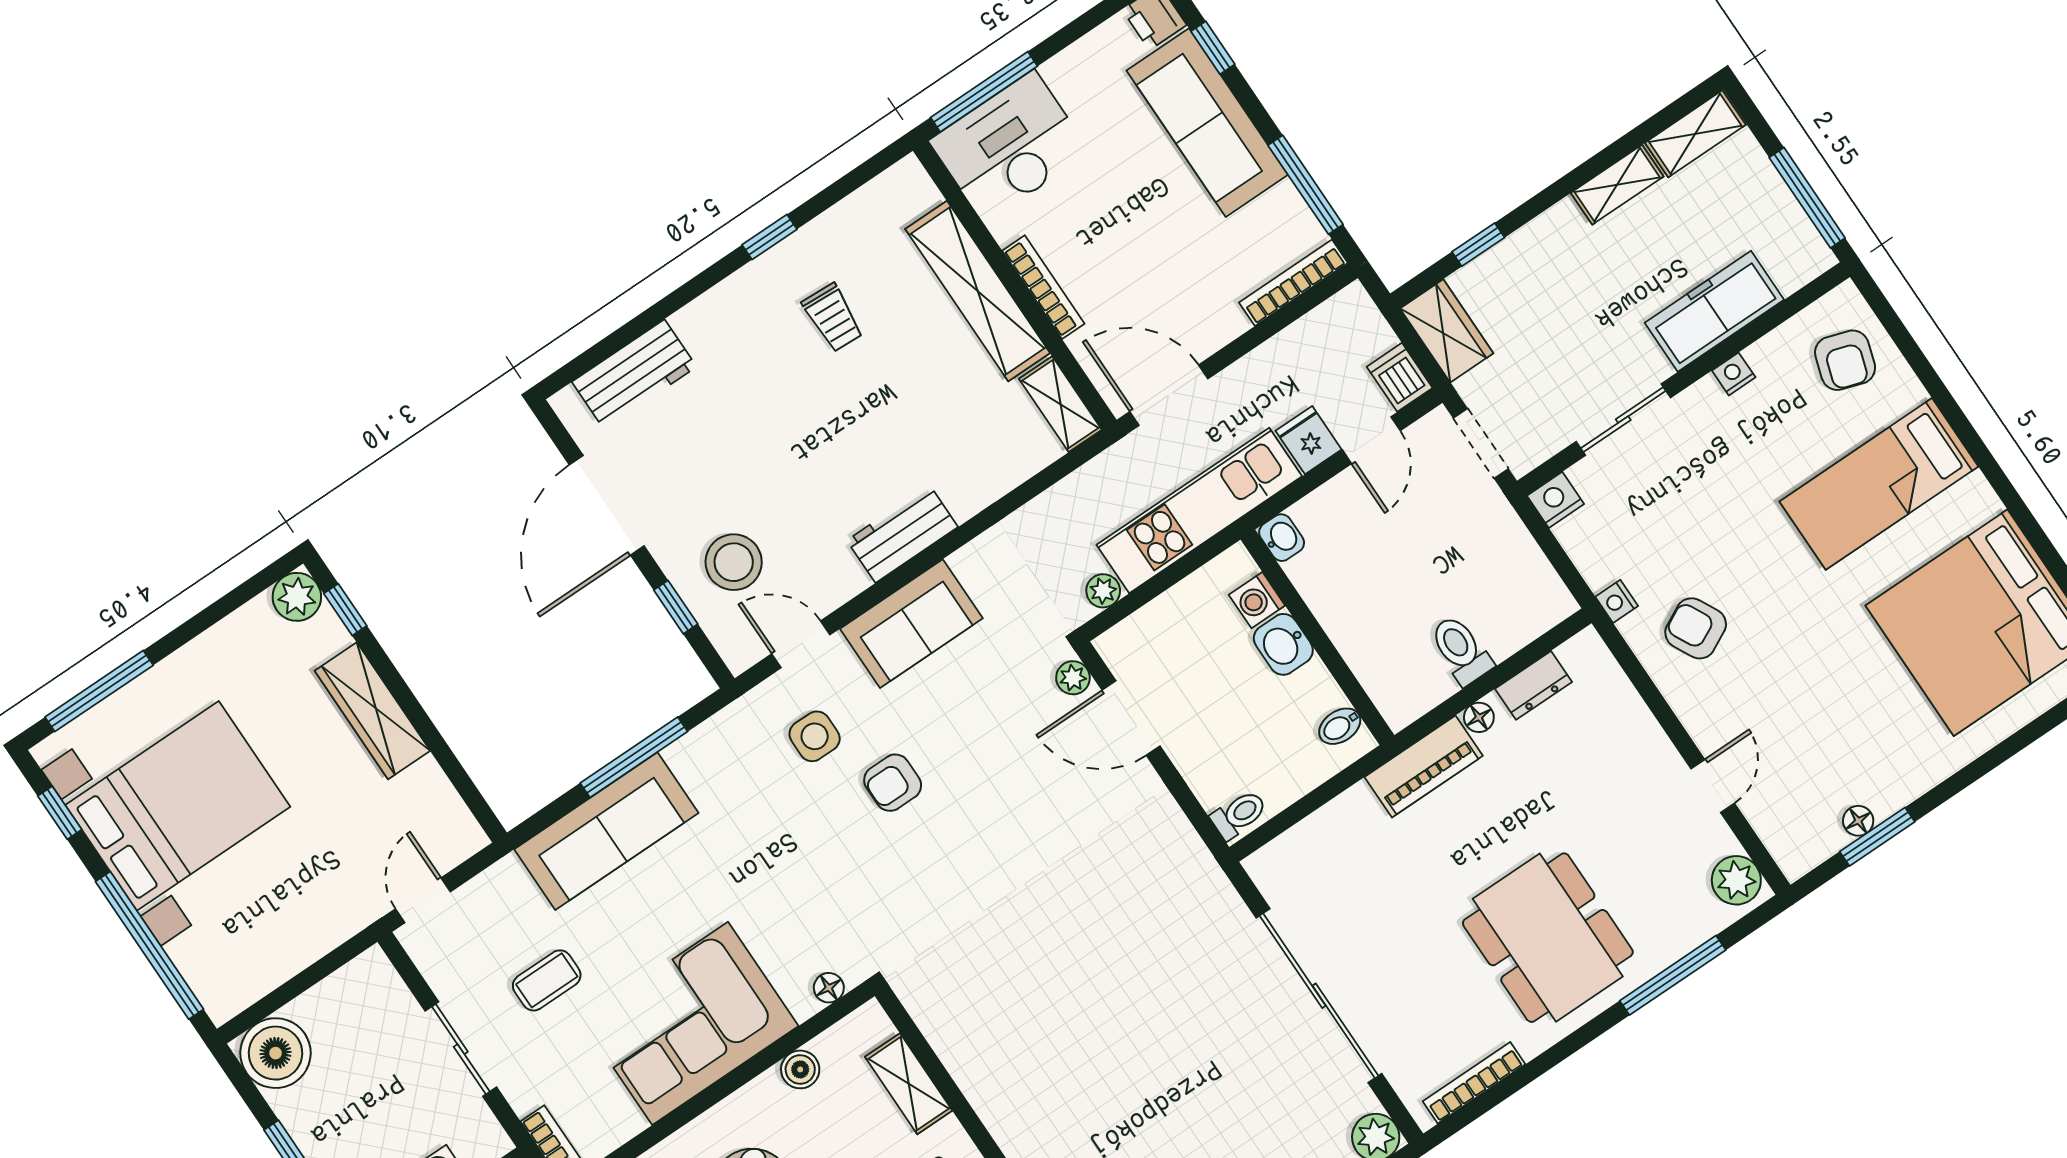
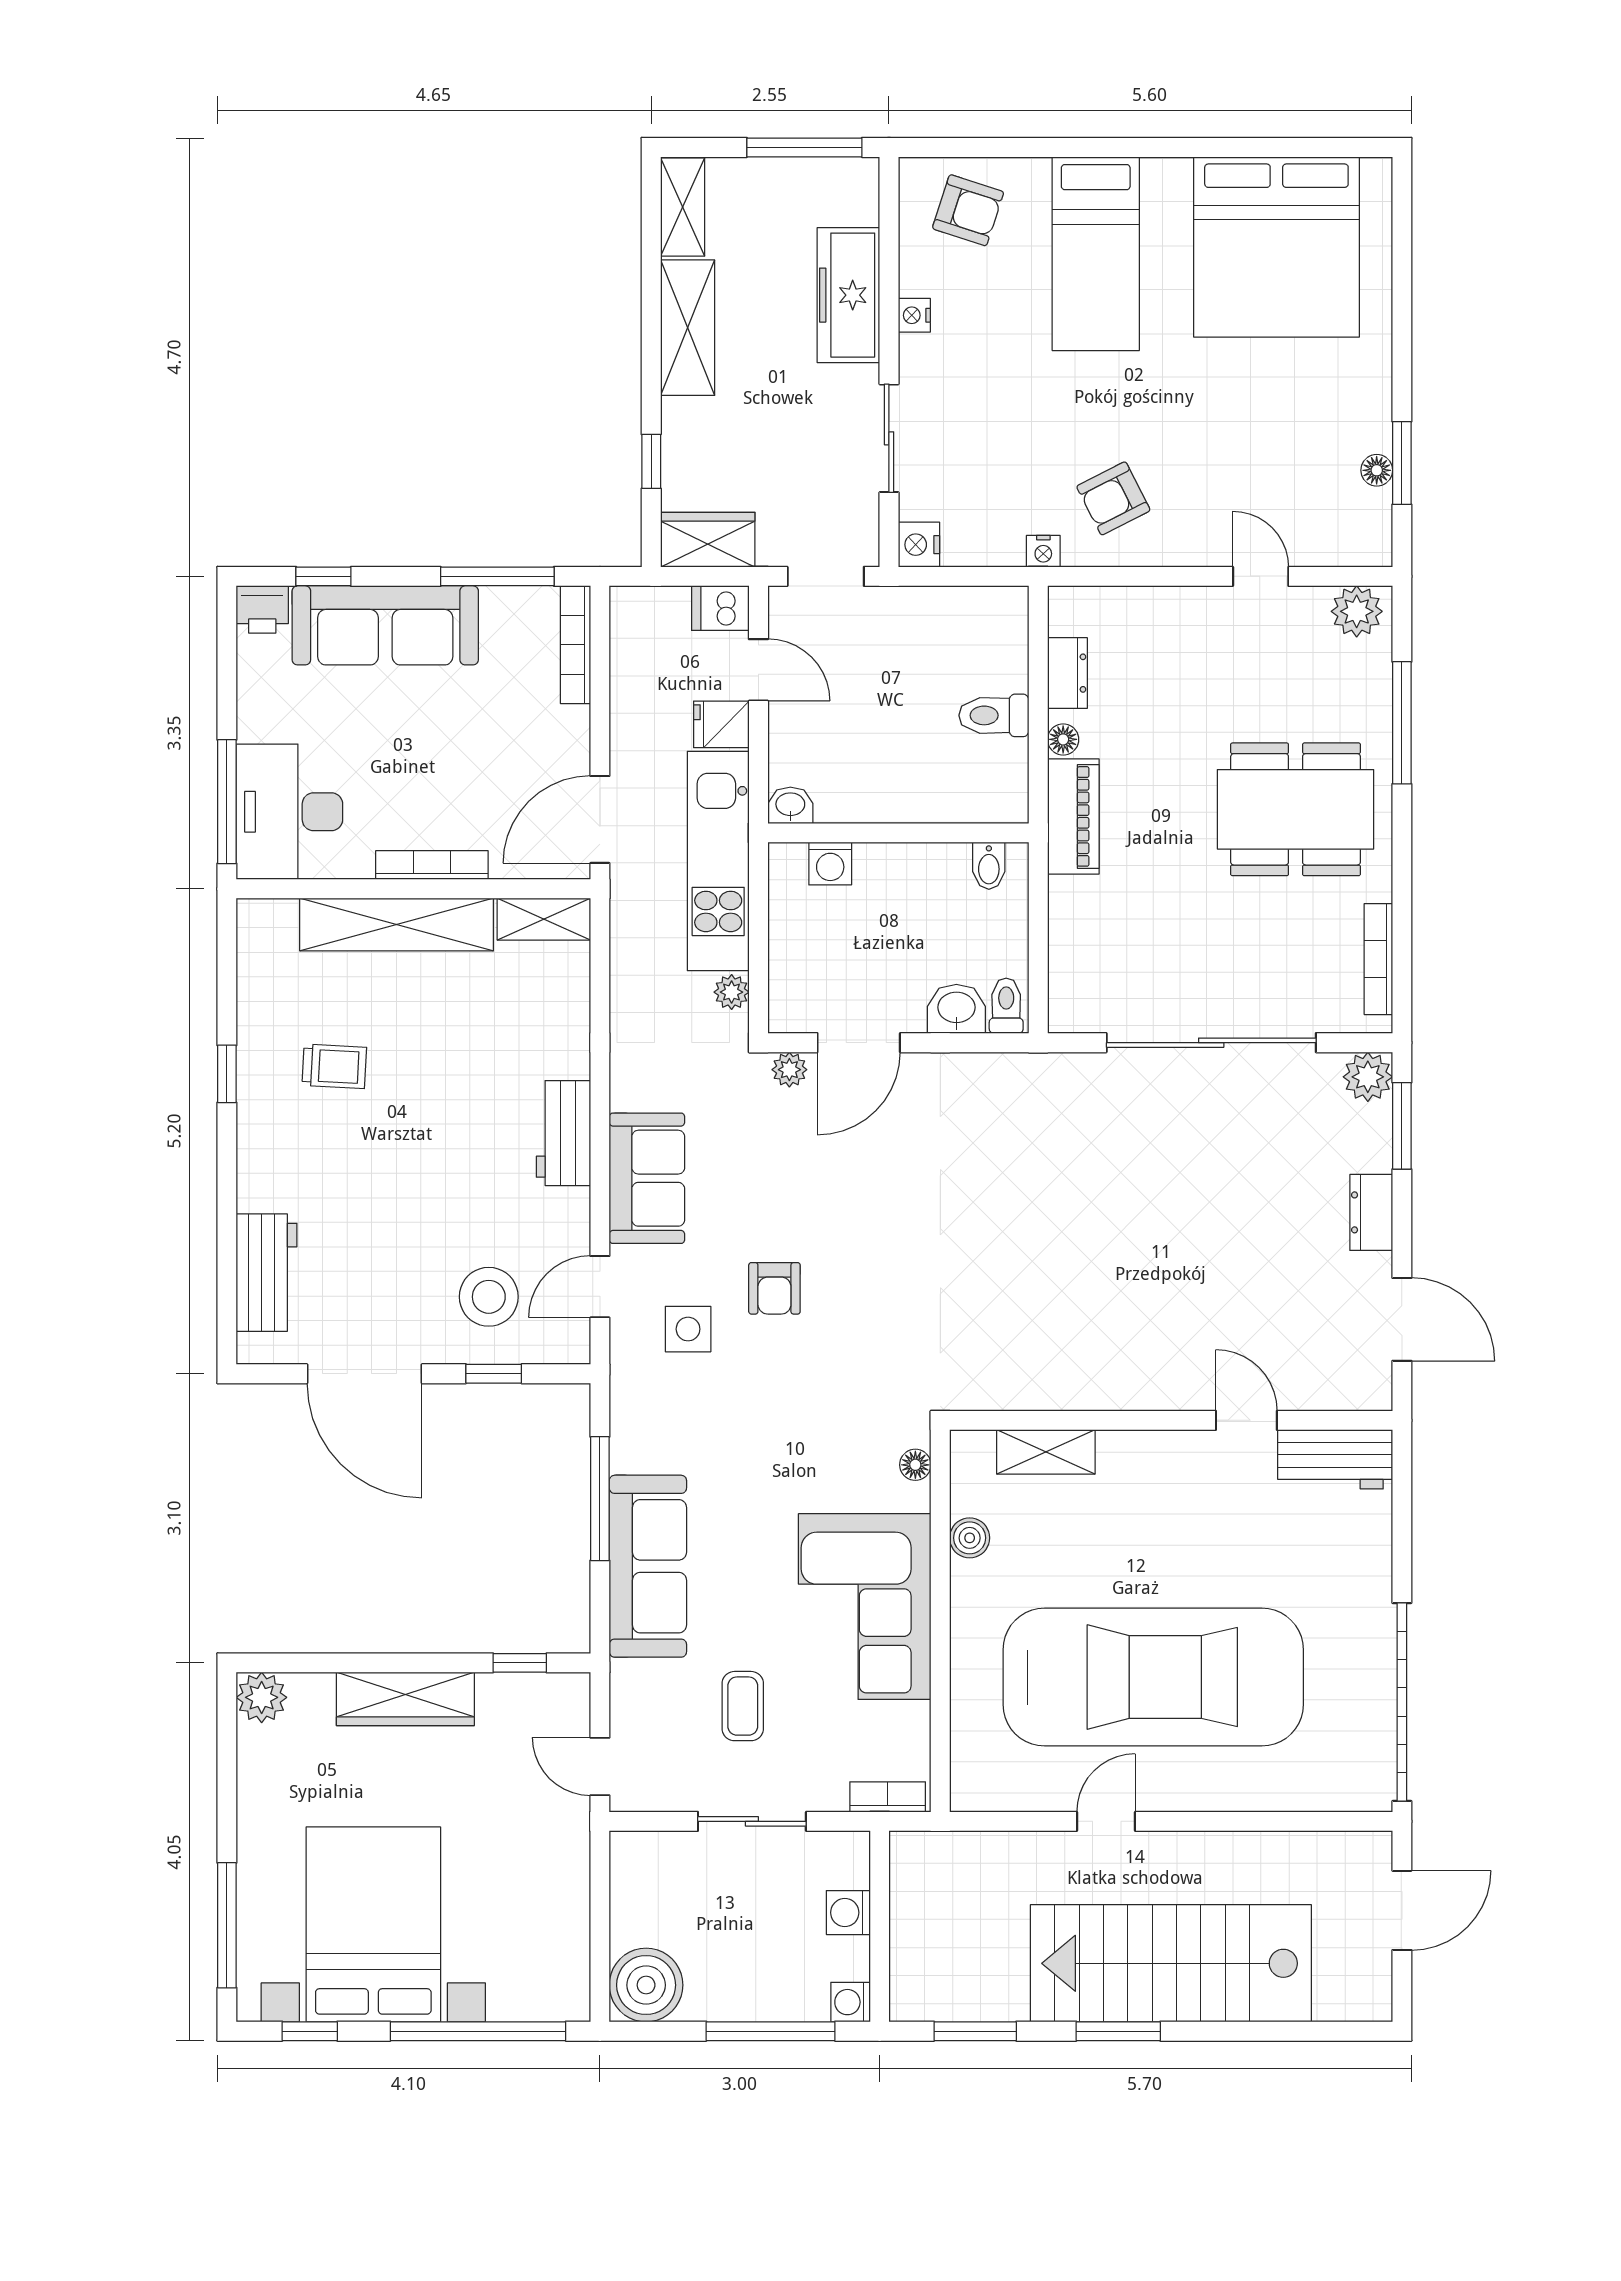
shelving: (1617, 185) -> (688, 328), width x1.50, depth x1.33
window: (345, 610) -> (520, 1663), moved
washbasin: (1283, 644) -> (956, 1009), moved, turned 180

